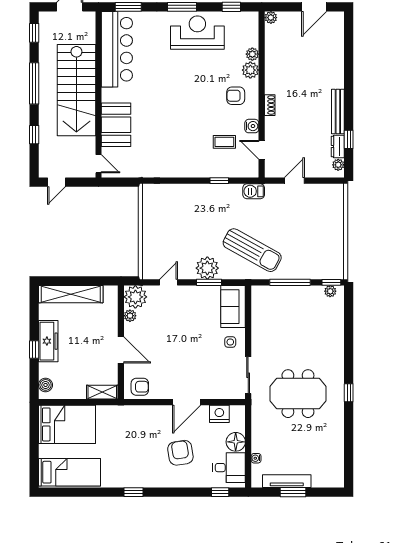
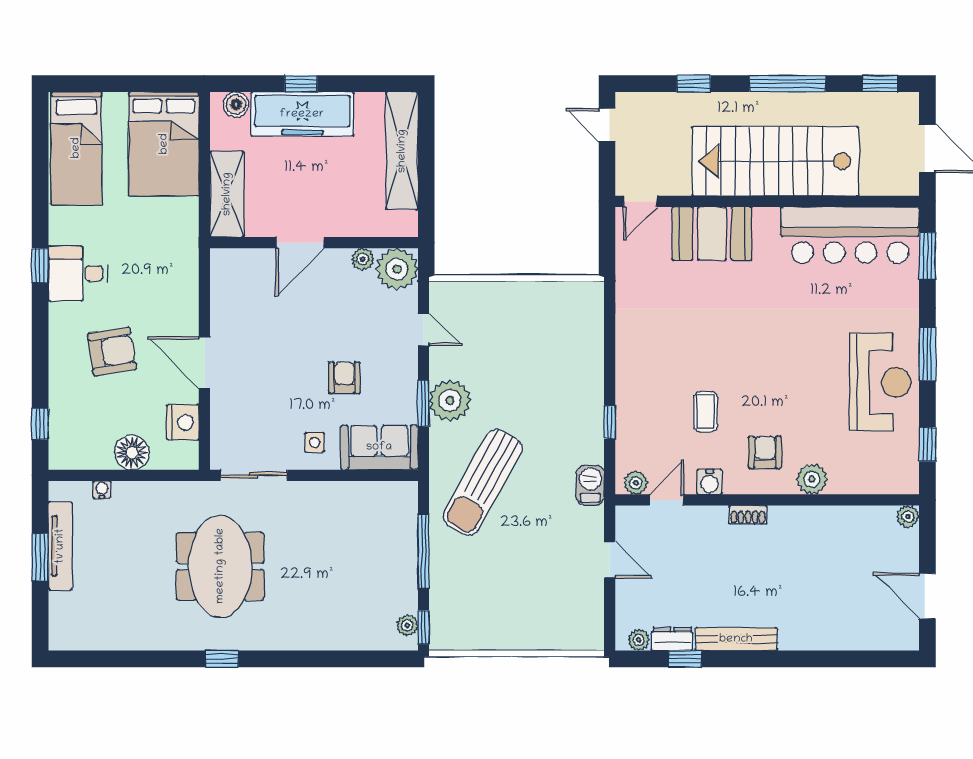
plant: (252, 54) -> (636, 483), moved
coffee table: (224, 142) -> (706, 411), moved
freezer: (48, 341) -> (302, 114), width x1.36, depth x1.26
armchair: (140, 387) -> (344, 378), moved, turned 180
shelving: (102, 392) -> (227, 194), width x1.50, depth x1.33
desk: (229, 468) -> (78, 274), moved, turned 90

